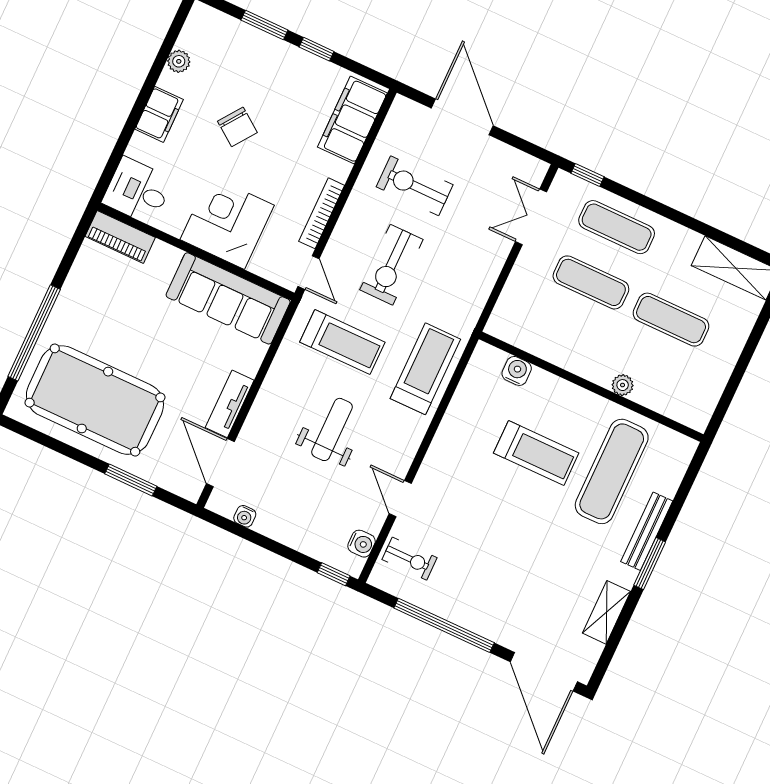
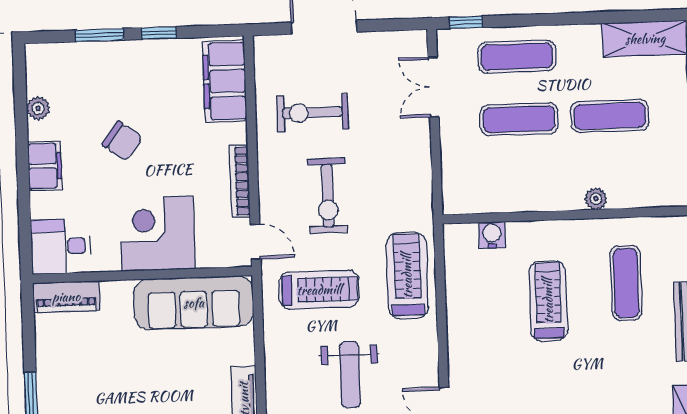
weight bench: (332, 429) -> (350, 375), turned 180
treadmill: (536, 453) -> (548, 301), turned -90
exercise mat: (612, 471) -> (626, 283), width x0.73, depth x0.69

